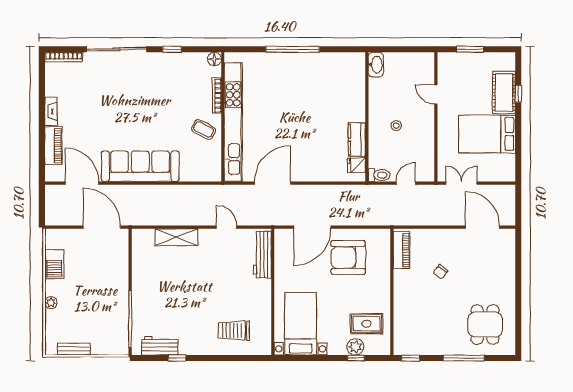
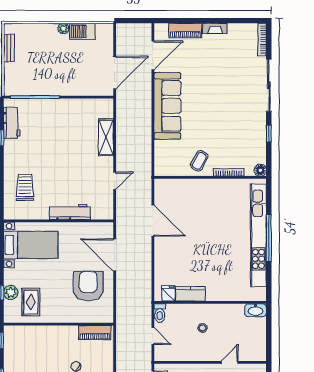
kitchen unit: (233, 122) -> (258, 235), moved, turned 90
workbench: (262, 255) -> (70, 212), moved
plant: (51, 303) -> (63, 29), moved

